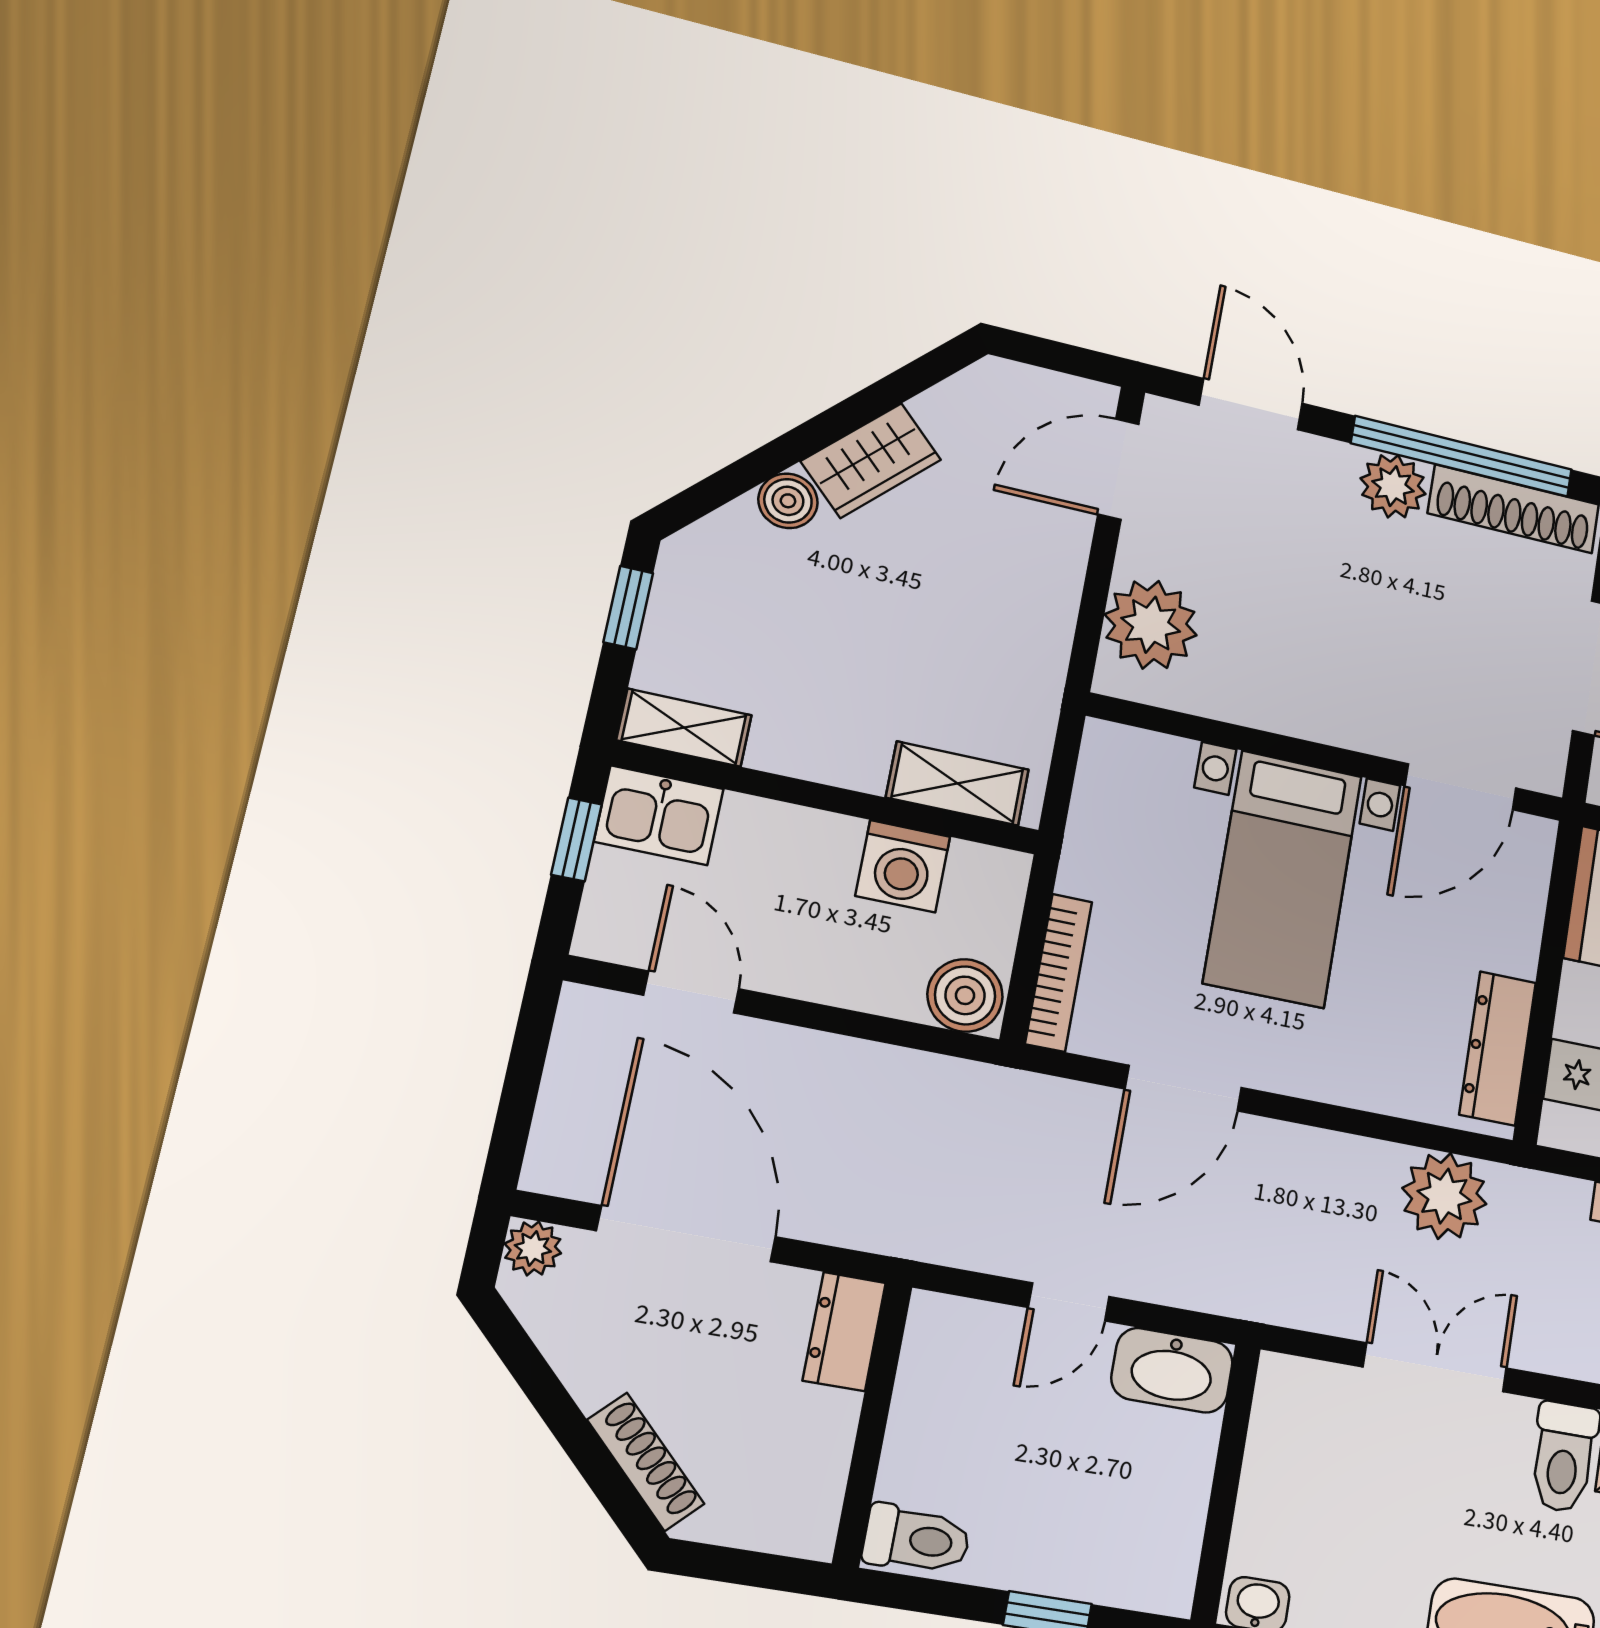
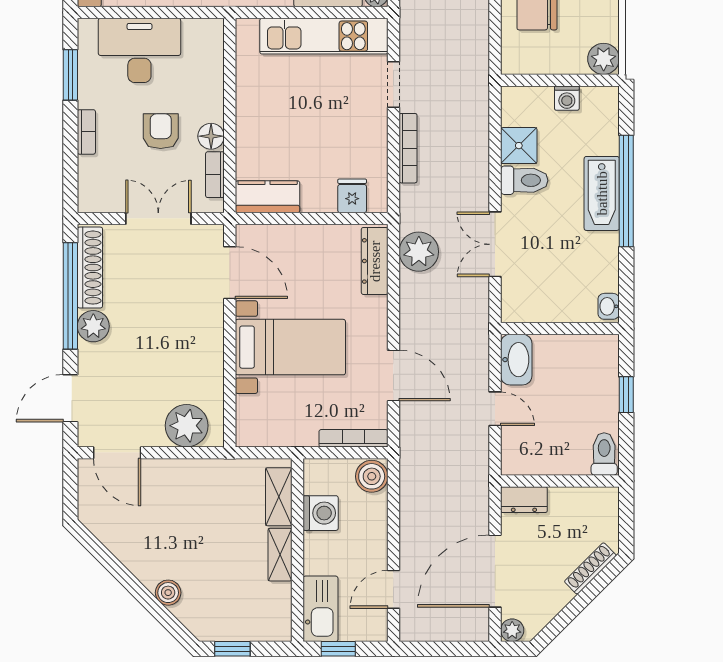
wardrobe: (871, 460) -> (141, 561), removed
shelving: (684, 728) -> (280, 555), moved
kitchen sink: (659, 815) -> (321, 609), width x1.38
dresser: (1498, 1048) -> (375, 261), moved, turned 90

